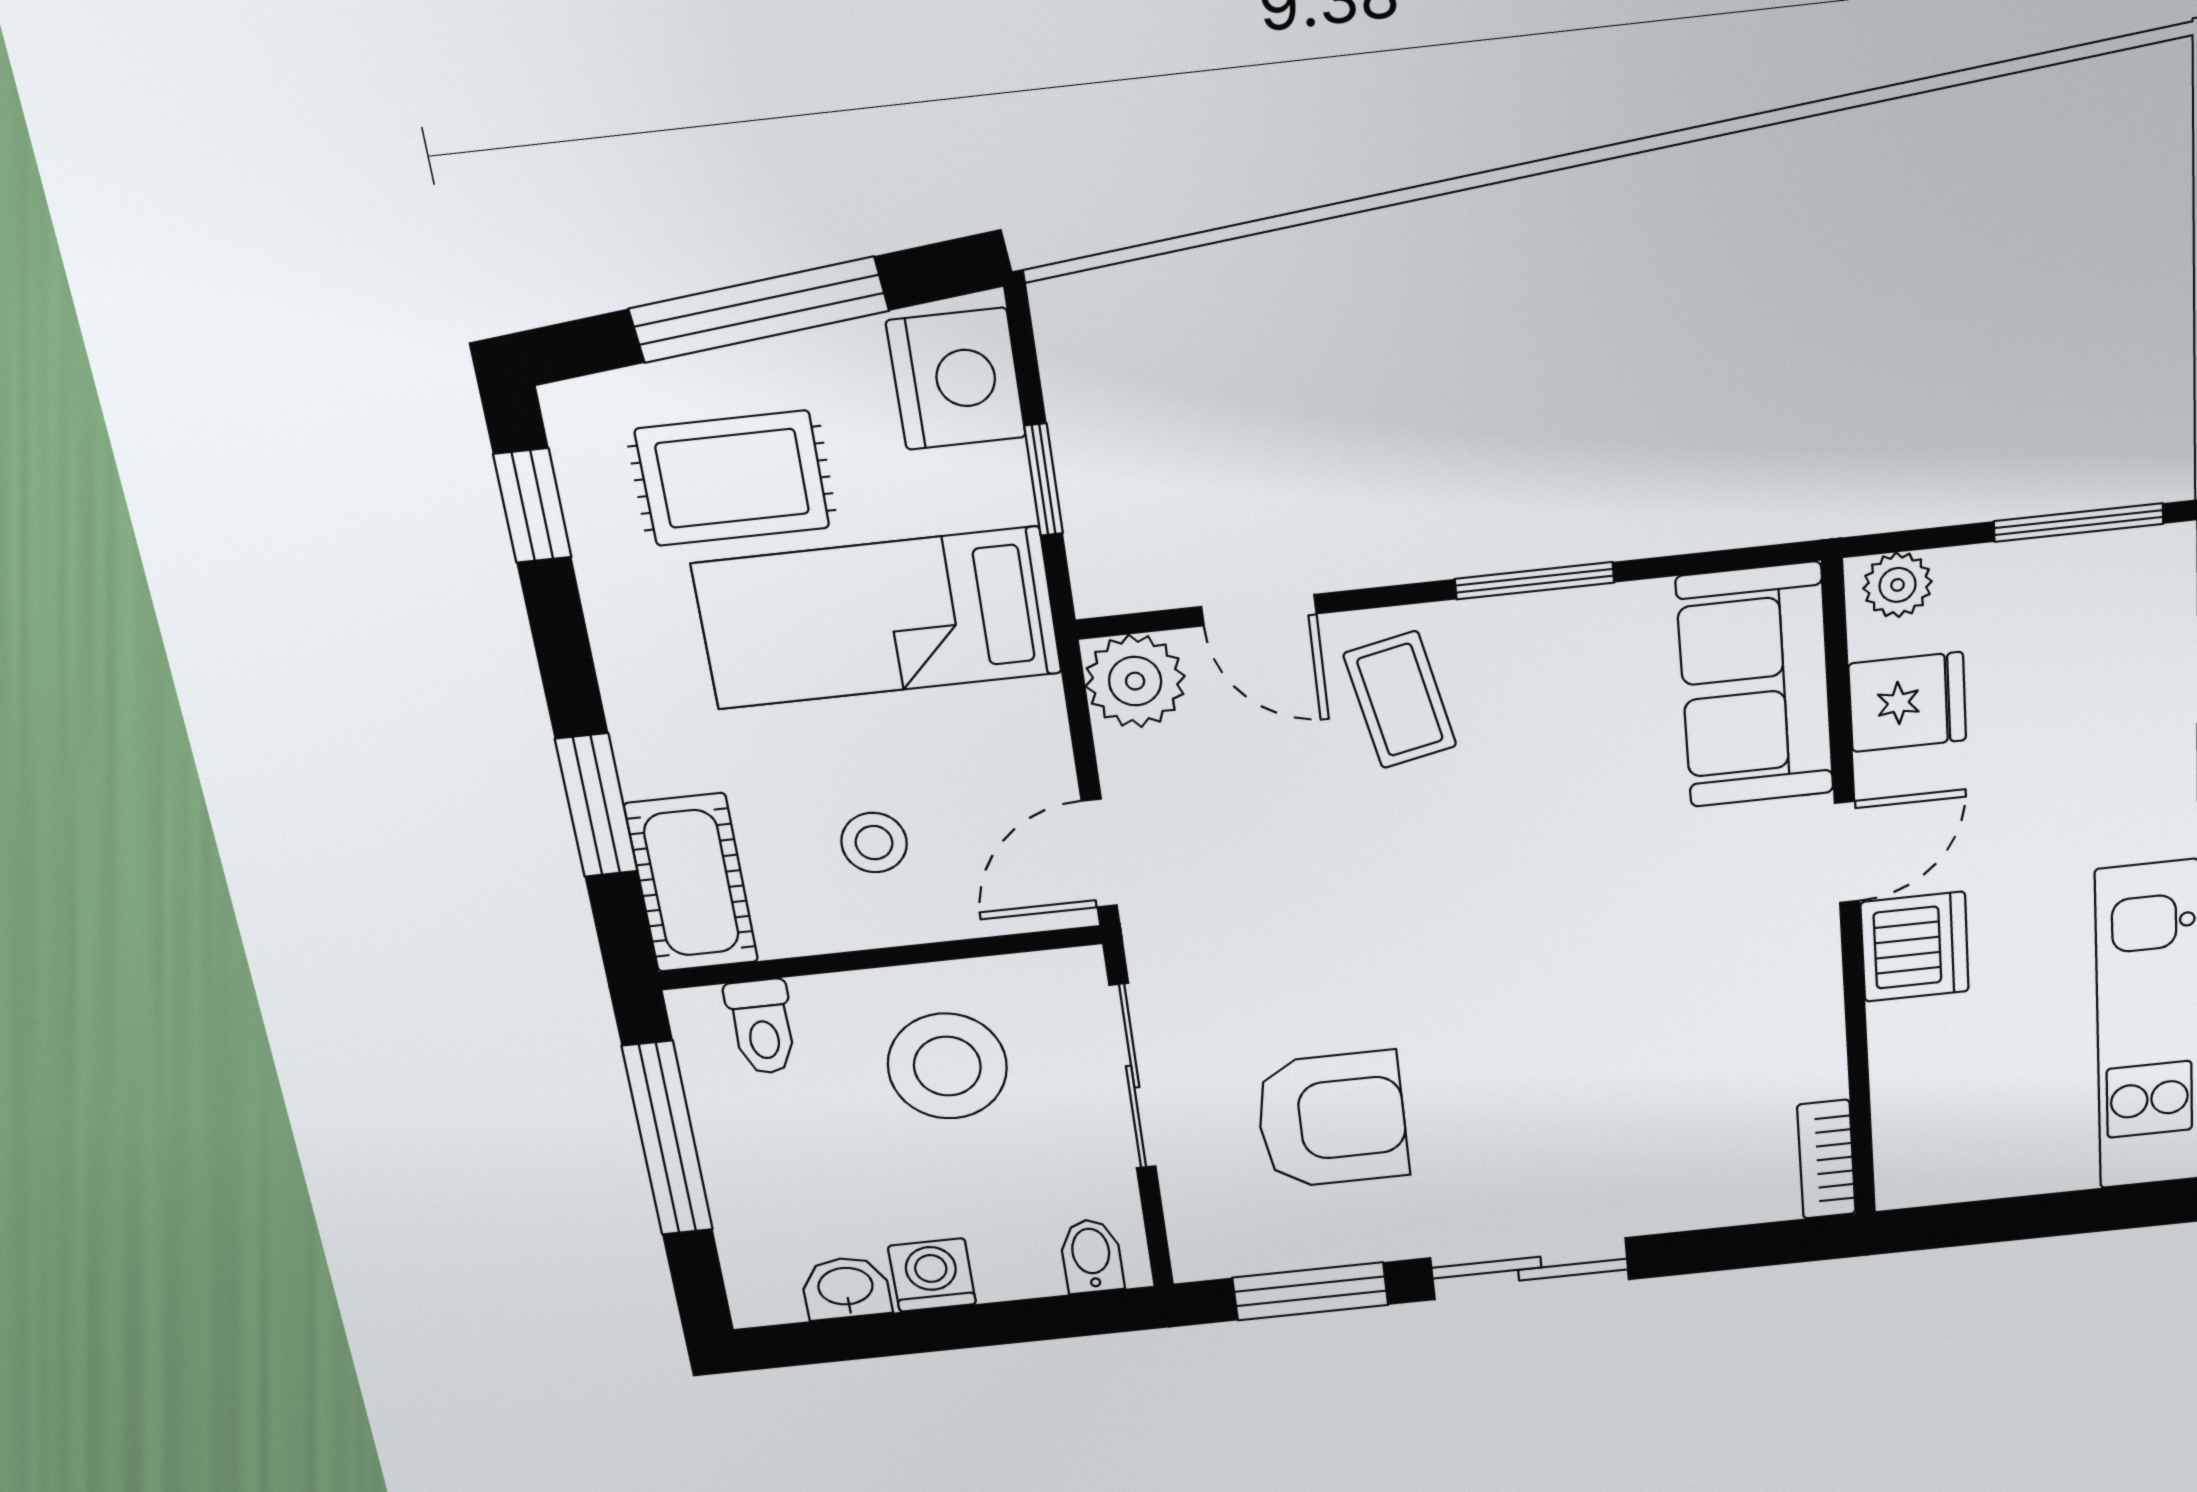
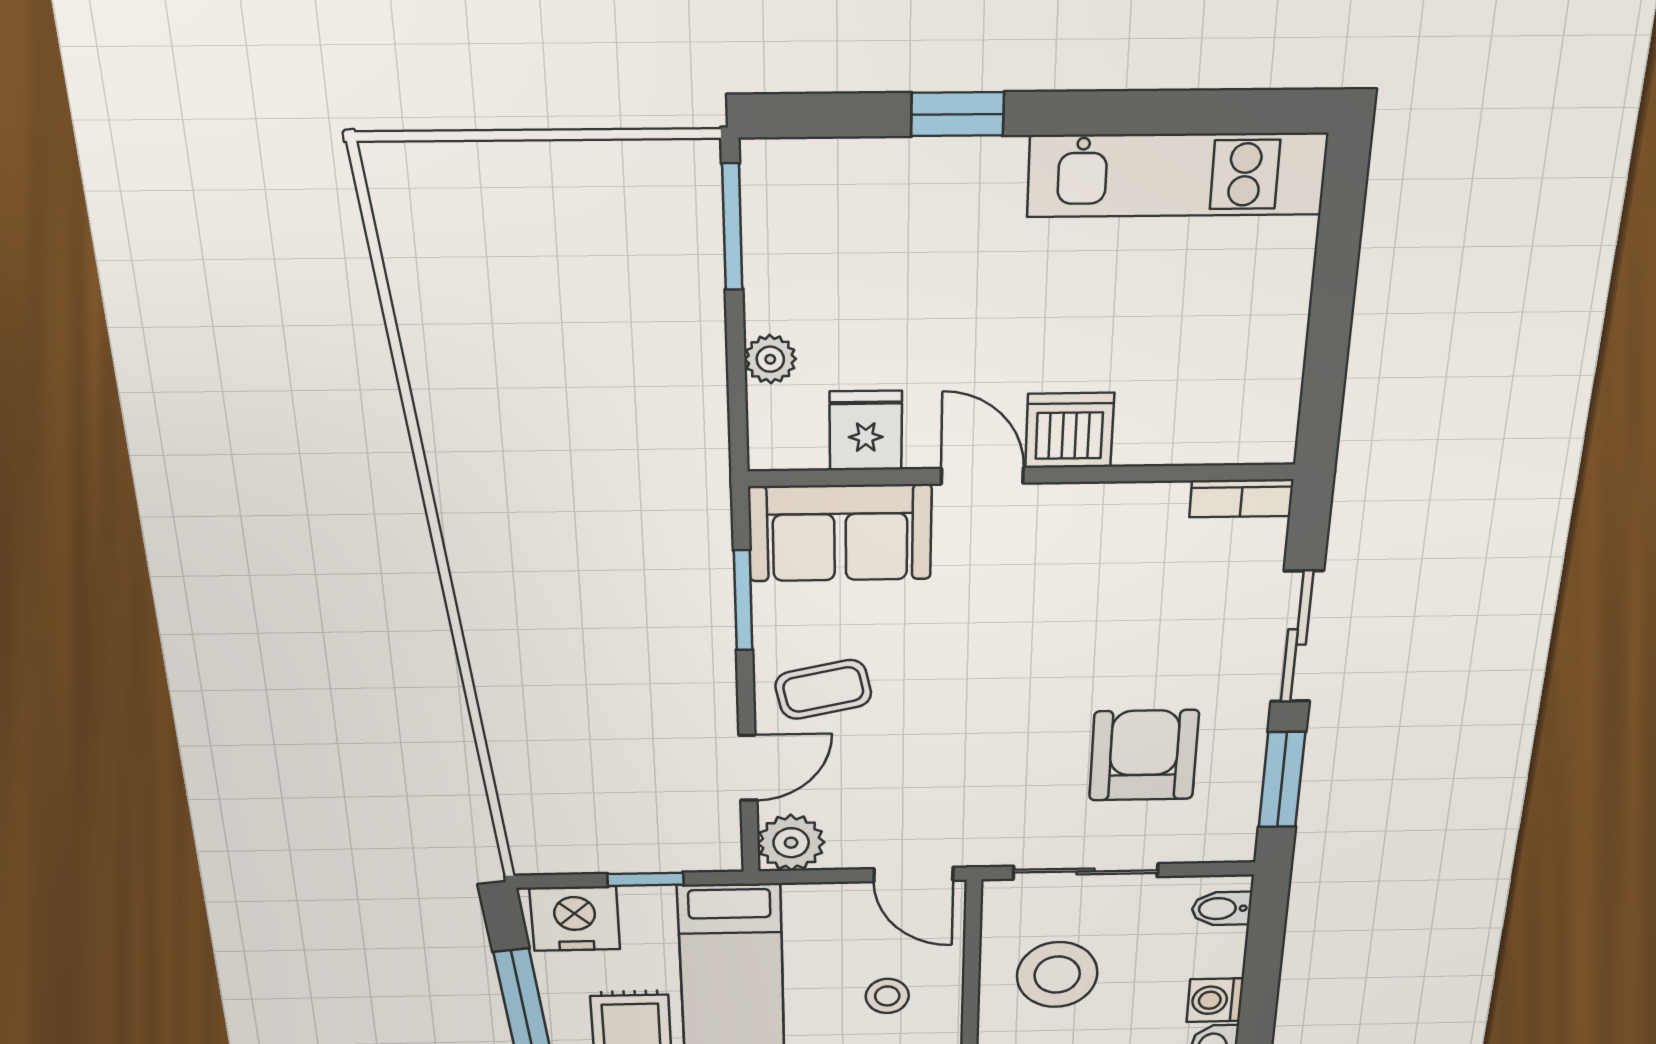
sofa: (1755, 686) -> (840, 533), moved
fridge: (1907, 702) -> (866, 431), moved
door: (1847, 852) -> (982, 476), moved
wall: (1849, 900) -> (1022, 475), moved
dishwasher: (1915, 947) -> (1069, 430), moved
bookcase: (1826, 1159) -> (1241, 498), moved

